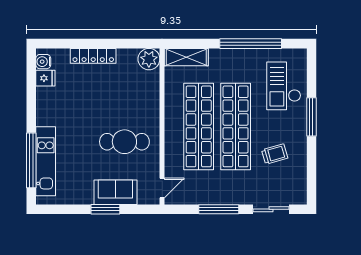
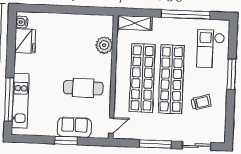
locker: (93, 56) -> (61, 19), removed
plant: (149, 59) -> (104, 45), moved
fridge: (45, 78) -> (25, 41), width x1.88, depth x1.34

